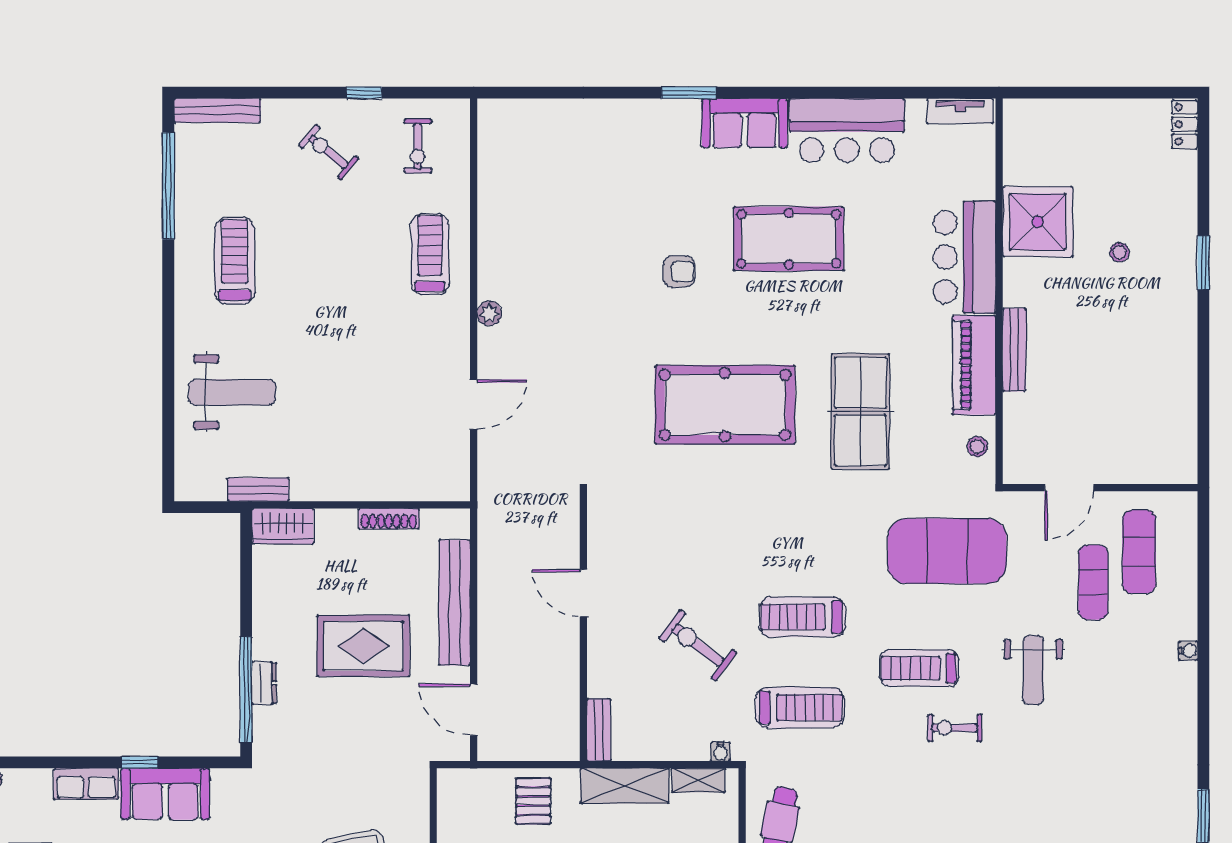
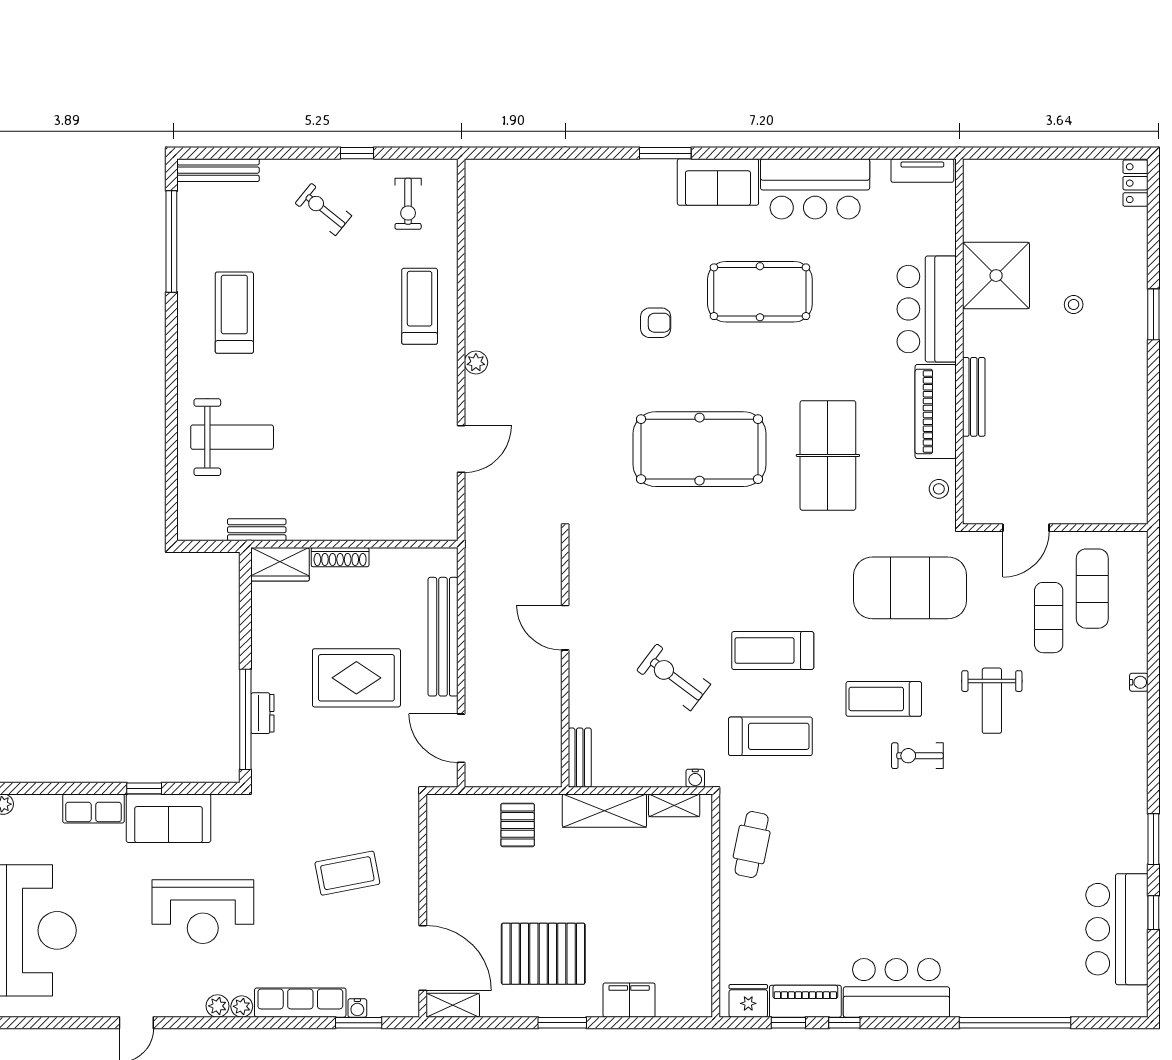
shoe rack: (389, 519) -> (340, 557), moved

